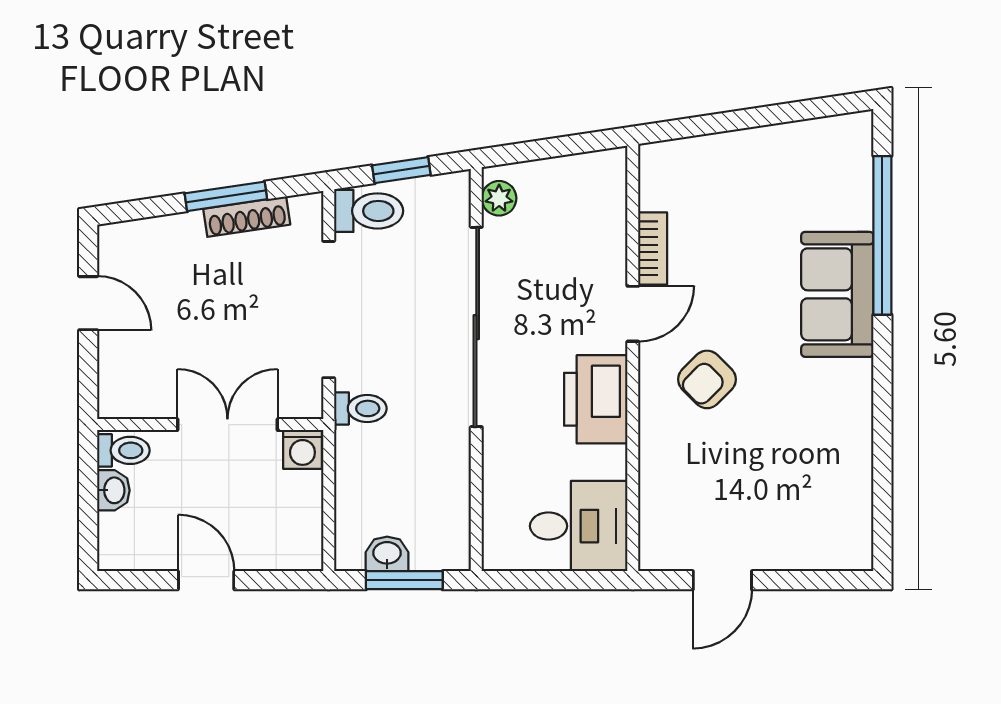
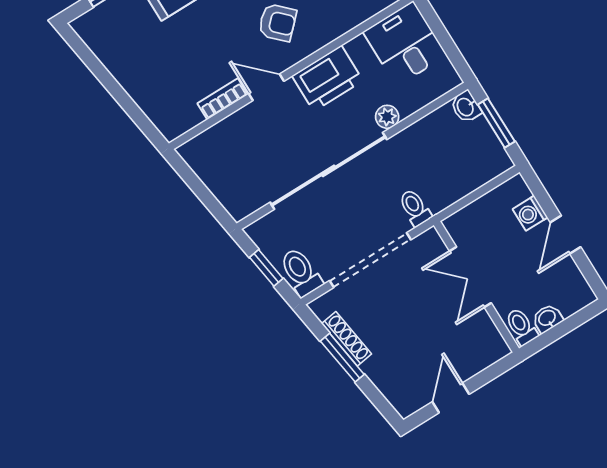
plant: (499, 198) -> (387, 117), moved
washing machine: (302, 449) -> (530, 213), moved, turned 180
washbasin: (387, 554) -> (466, 107), moved

